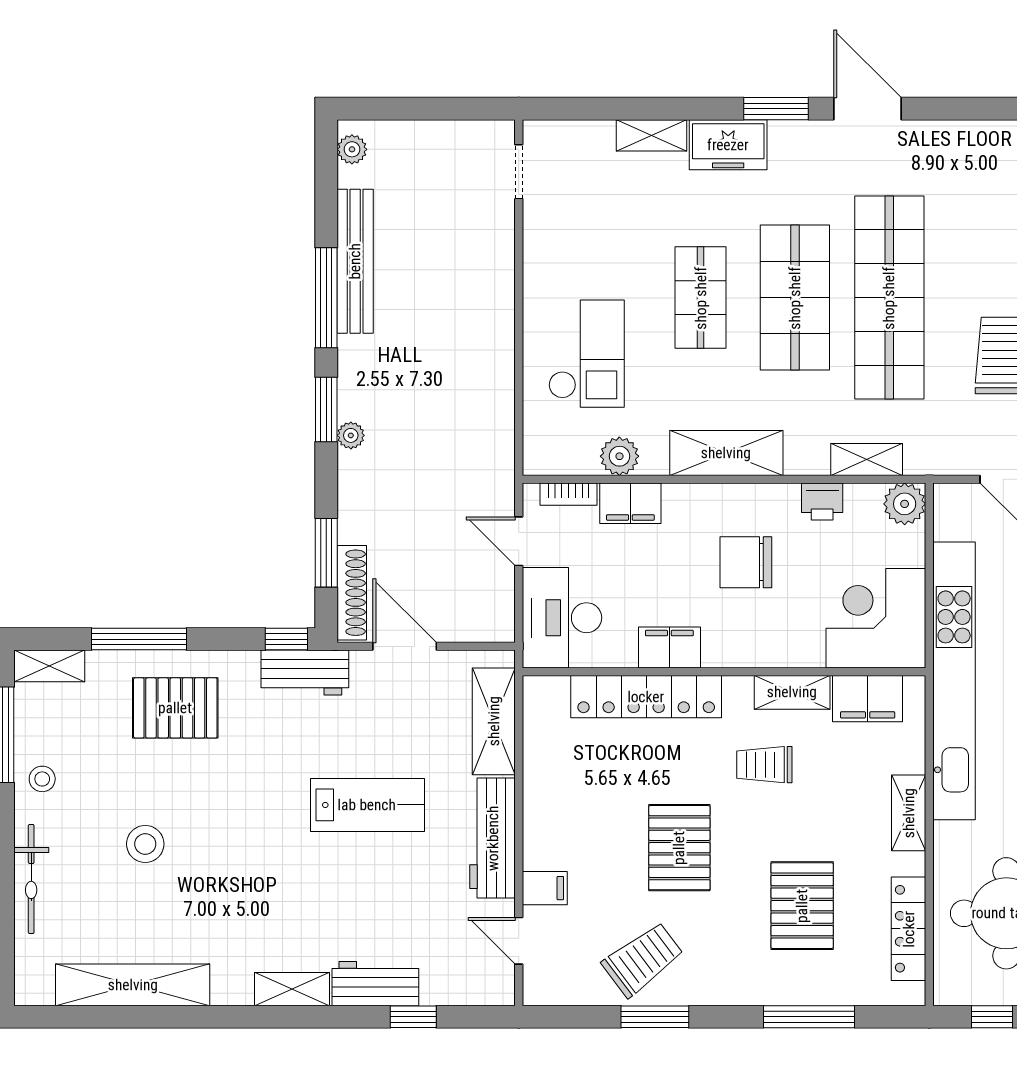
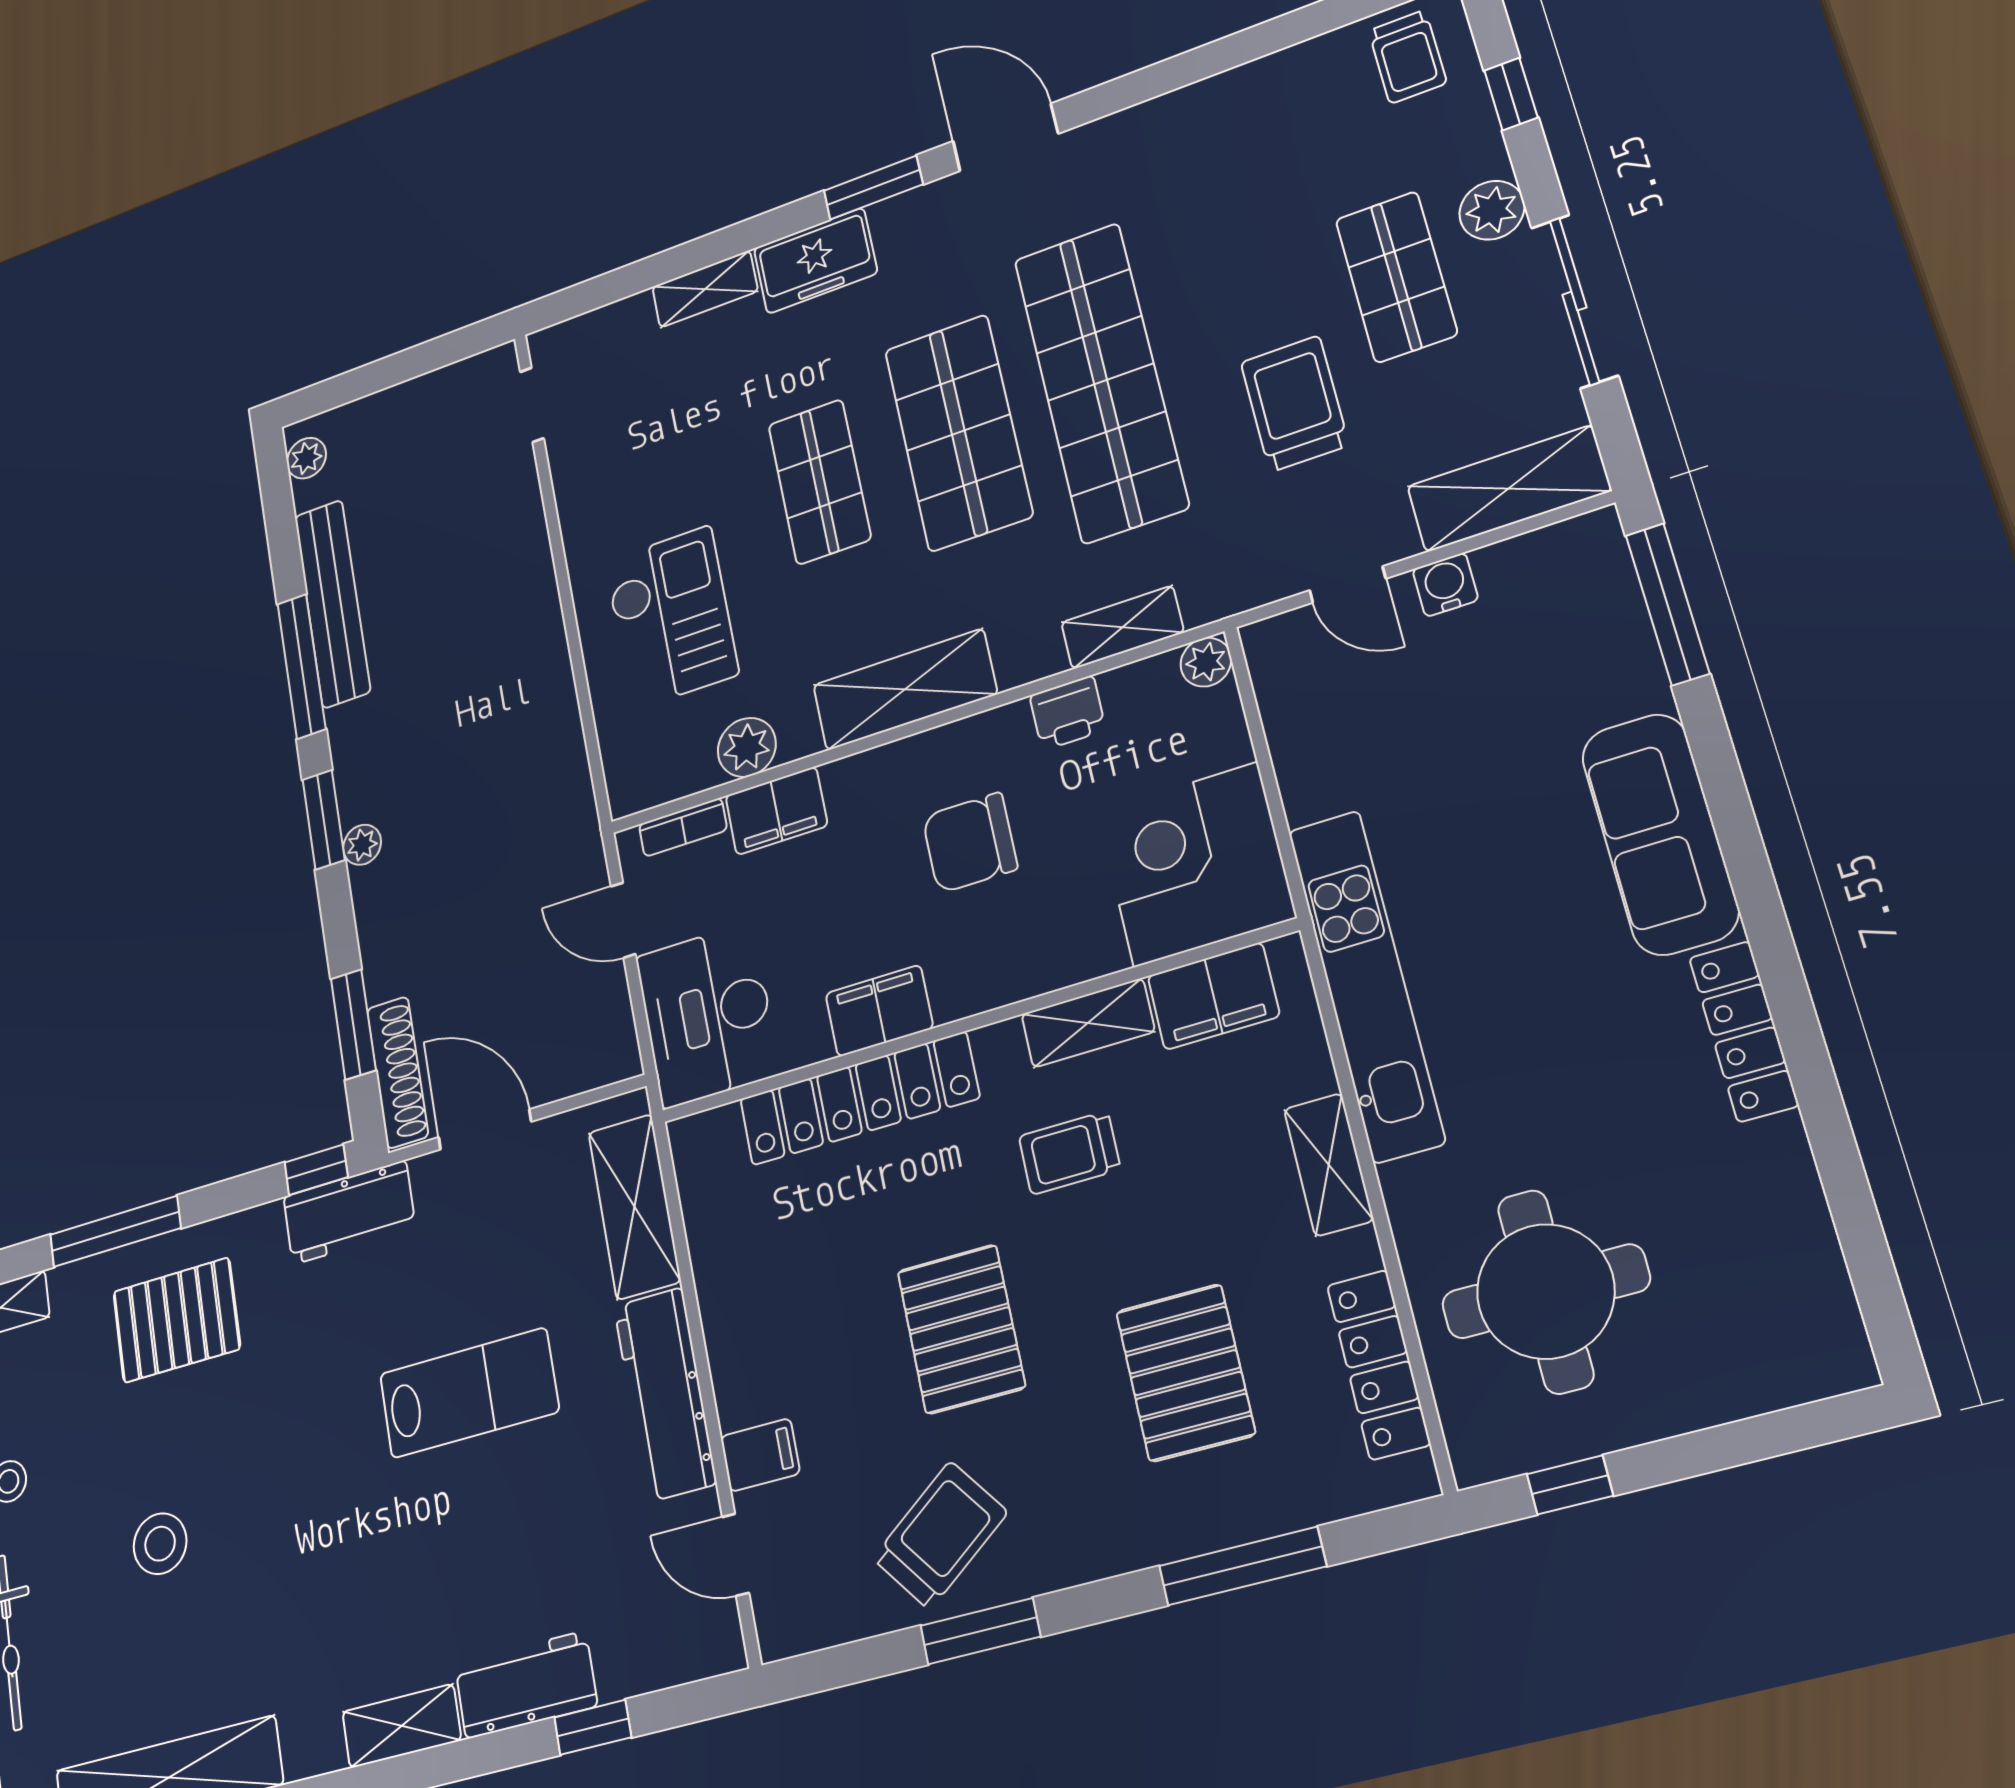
plant: (905, 504) -> (1206, 662), width x0.73, depth x0.73
kitchen unit: (954, 681) -> (1366, 985), width x0.73

